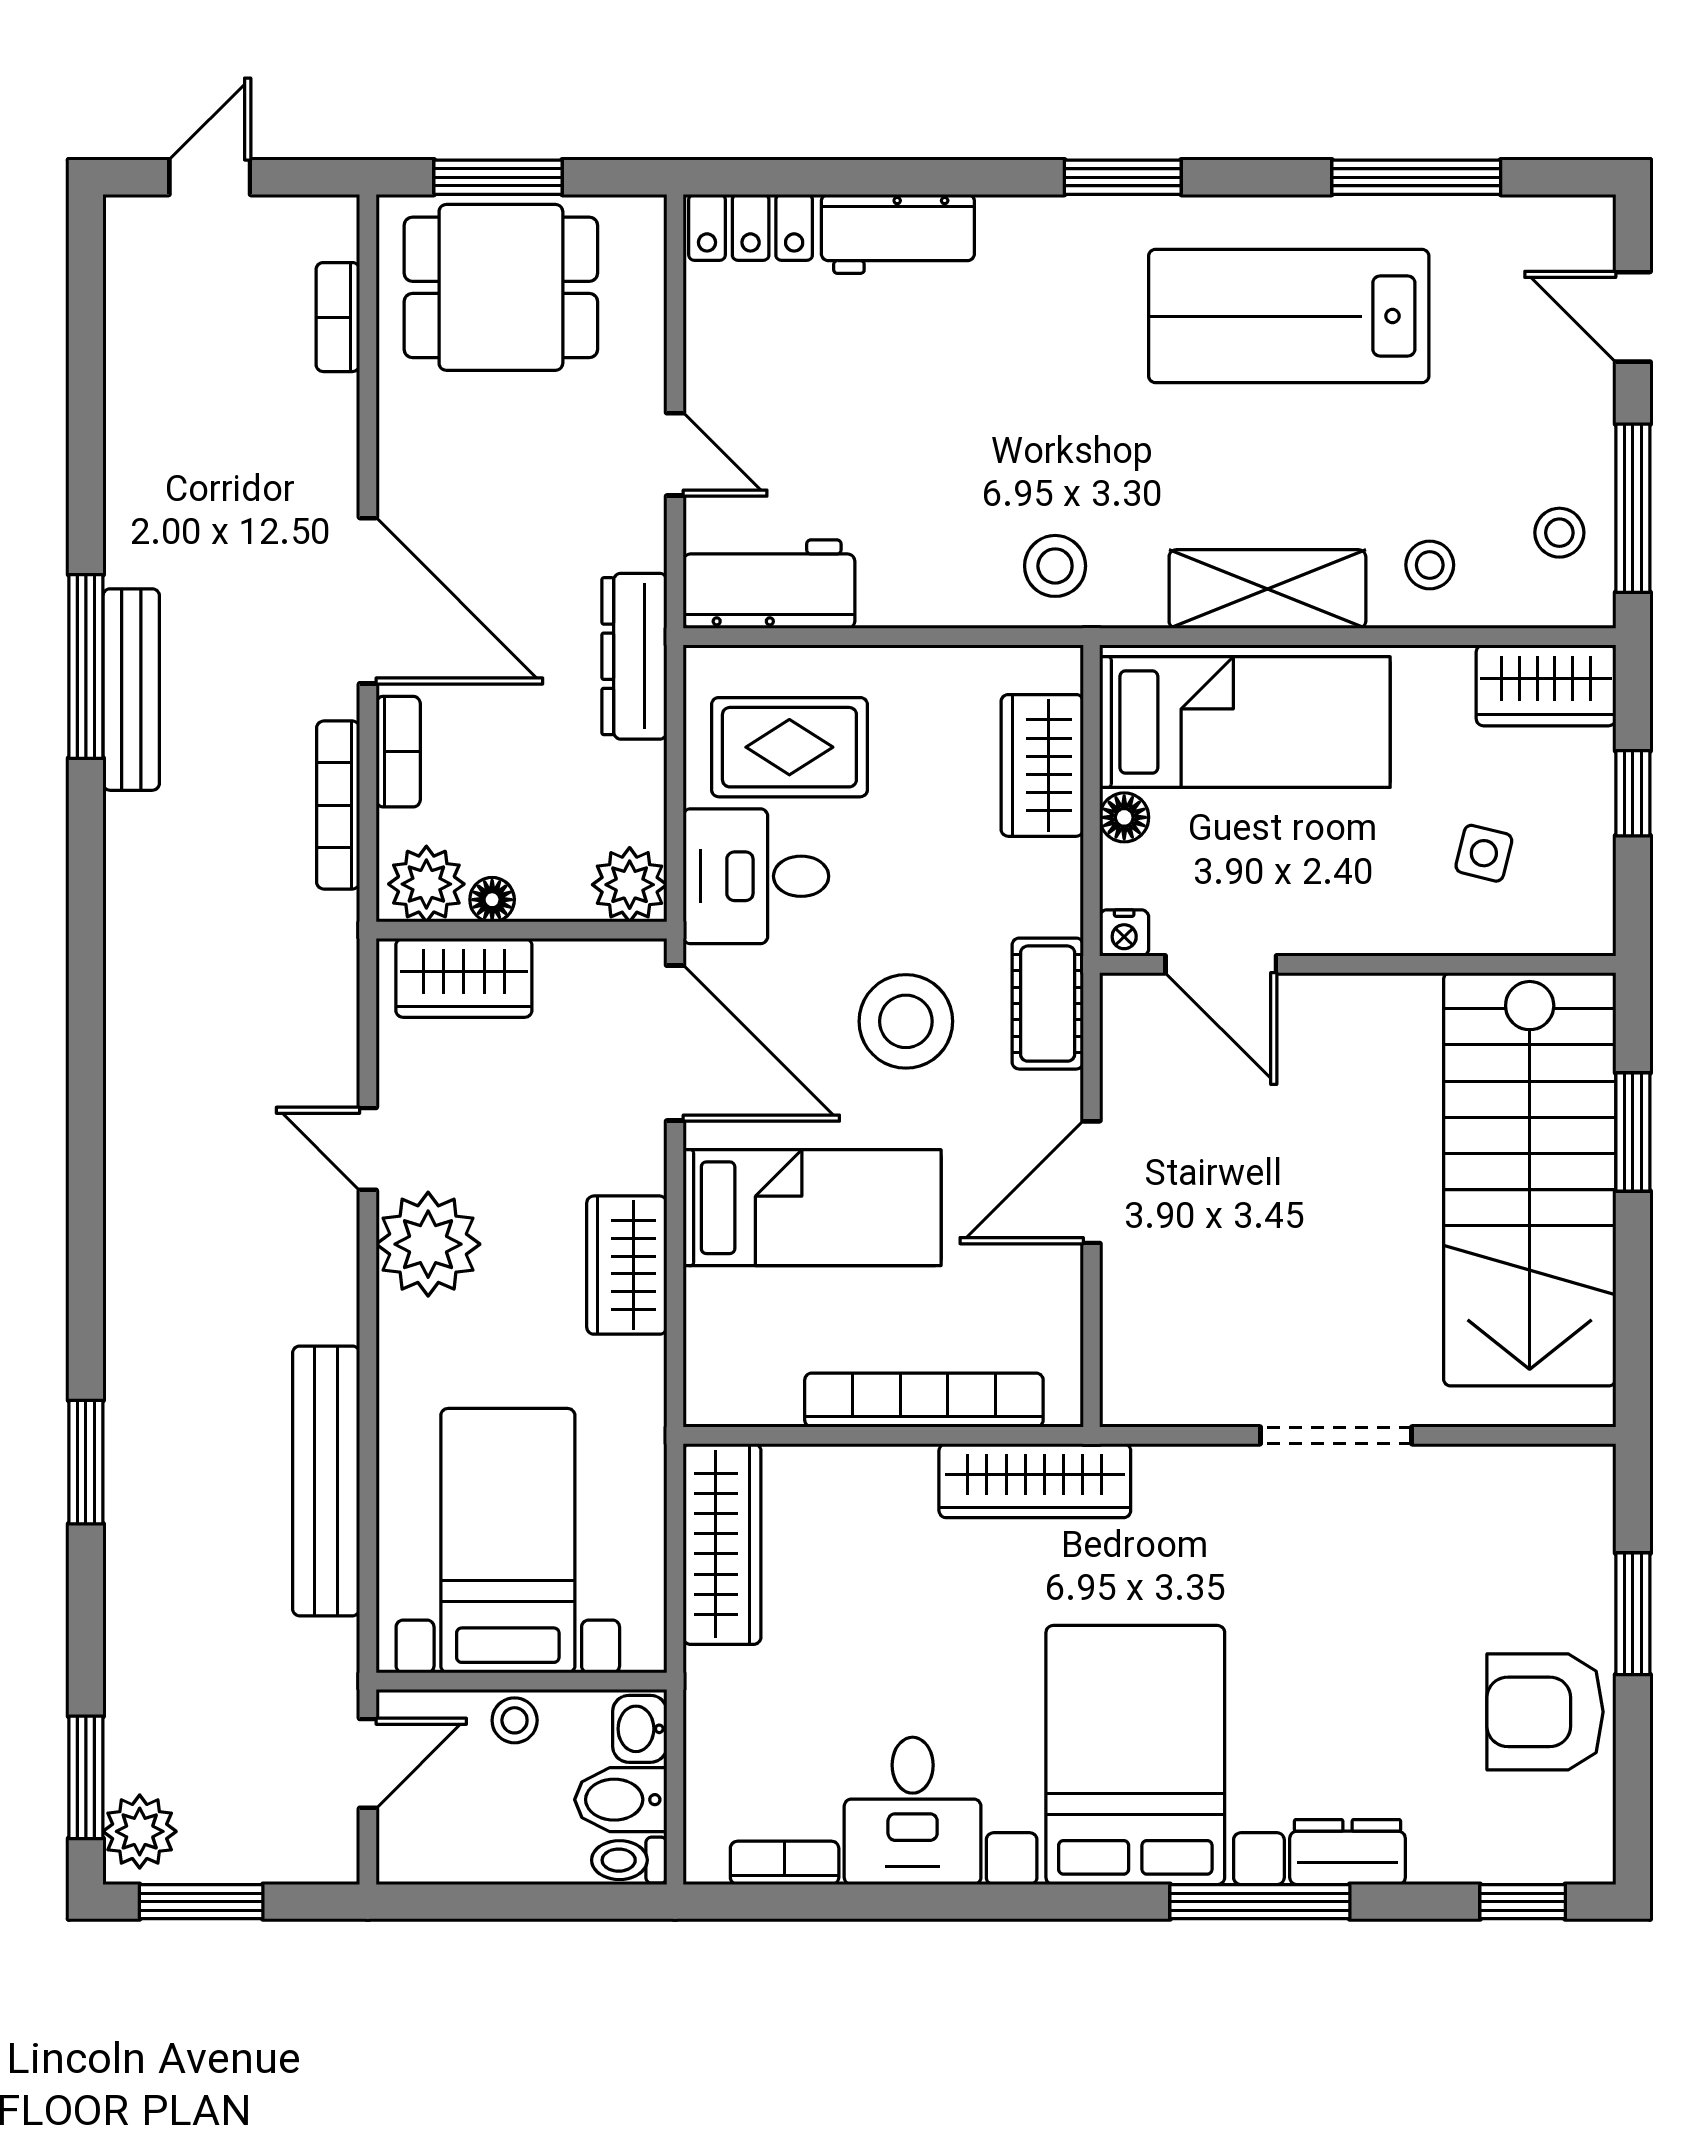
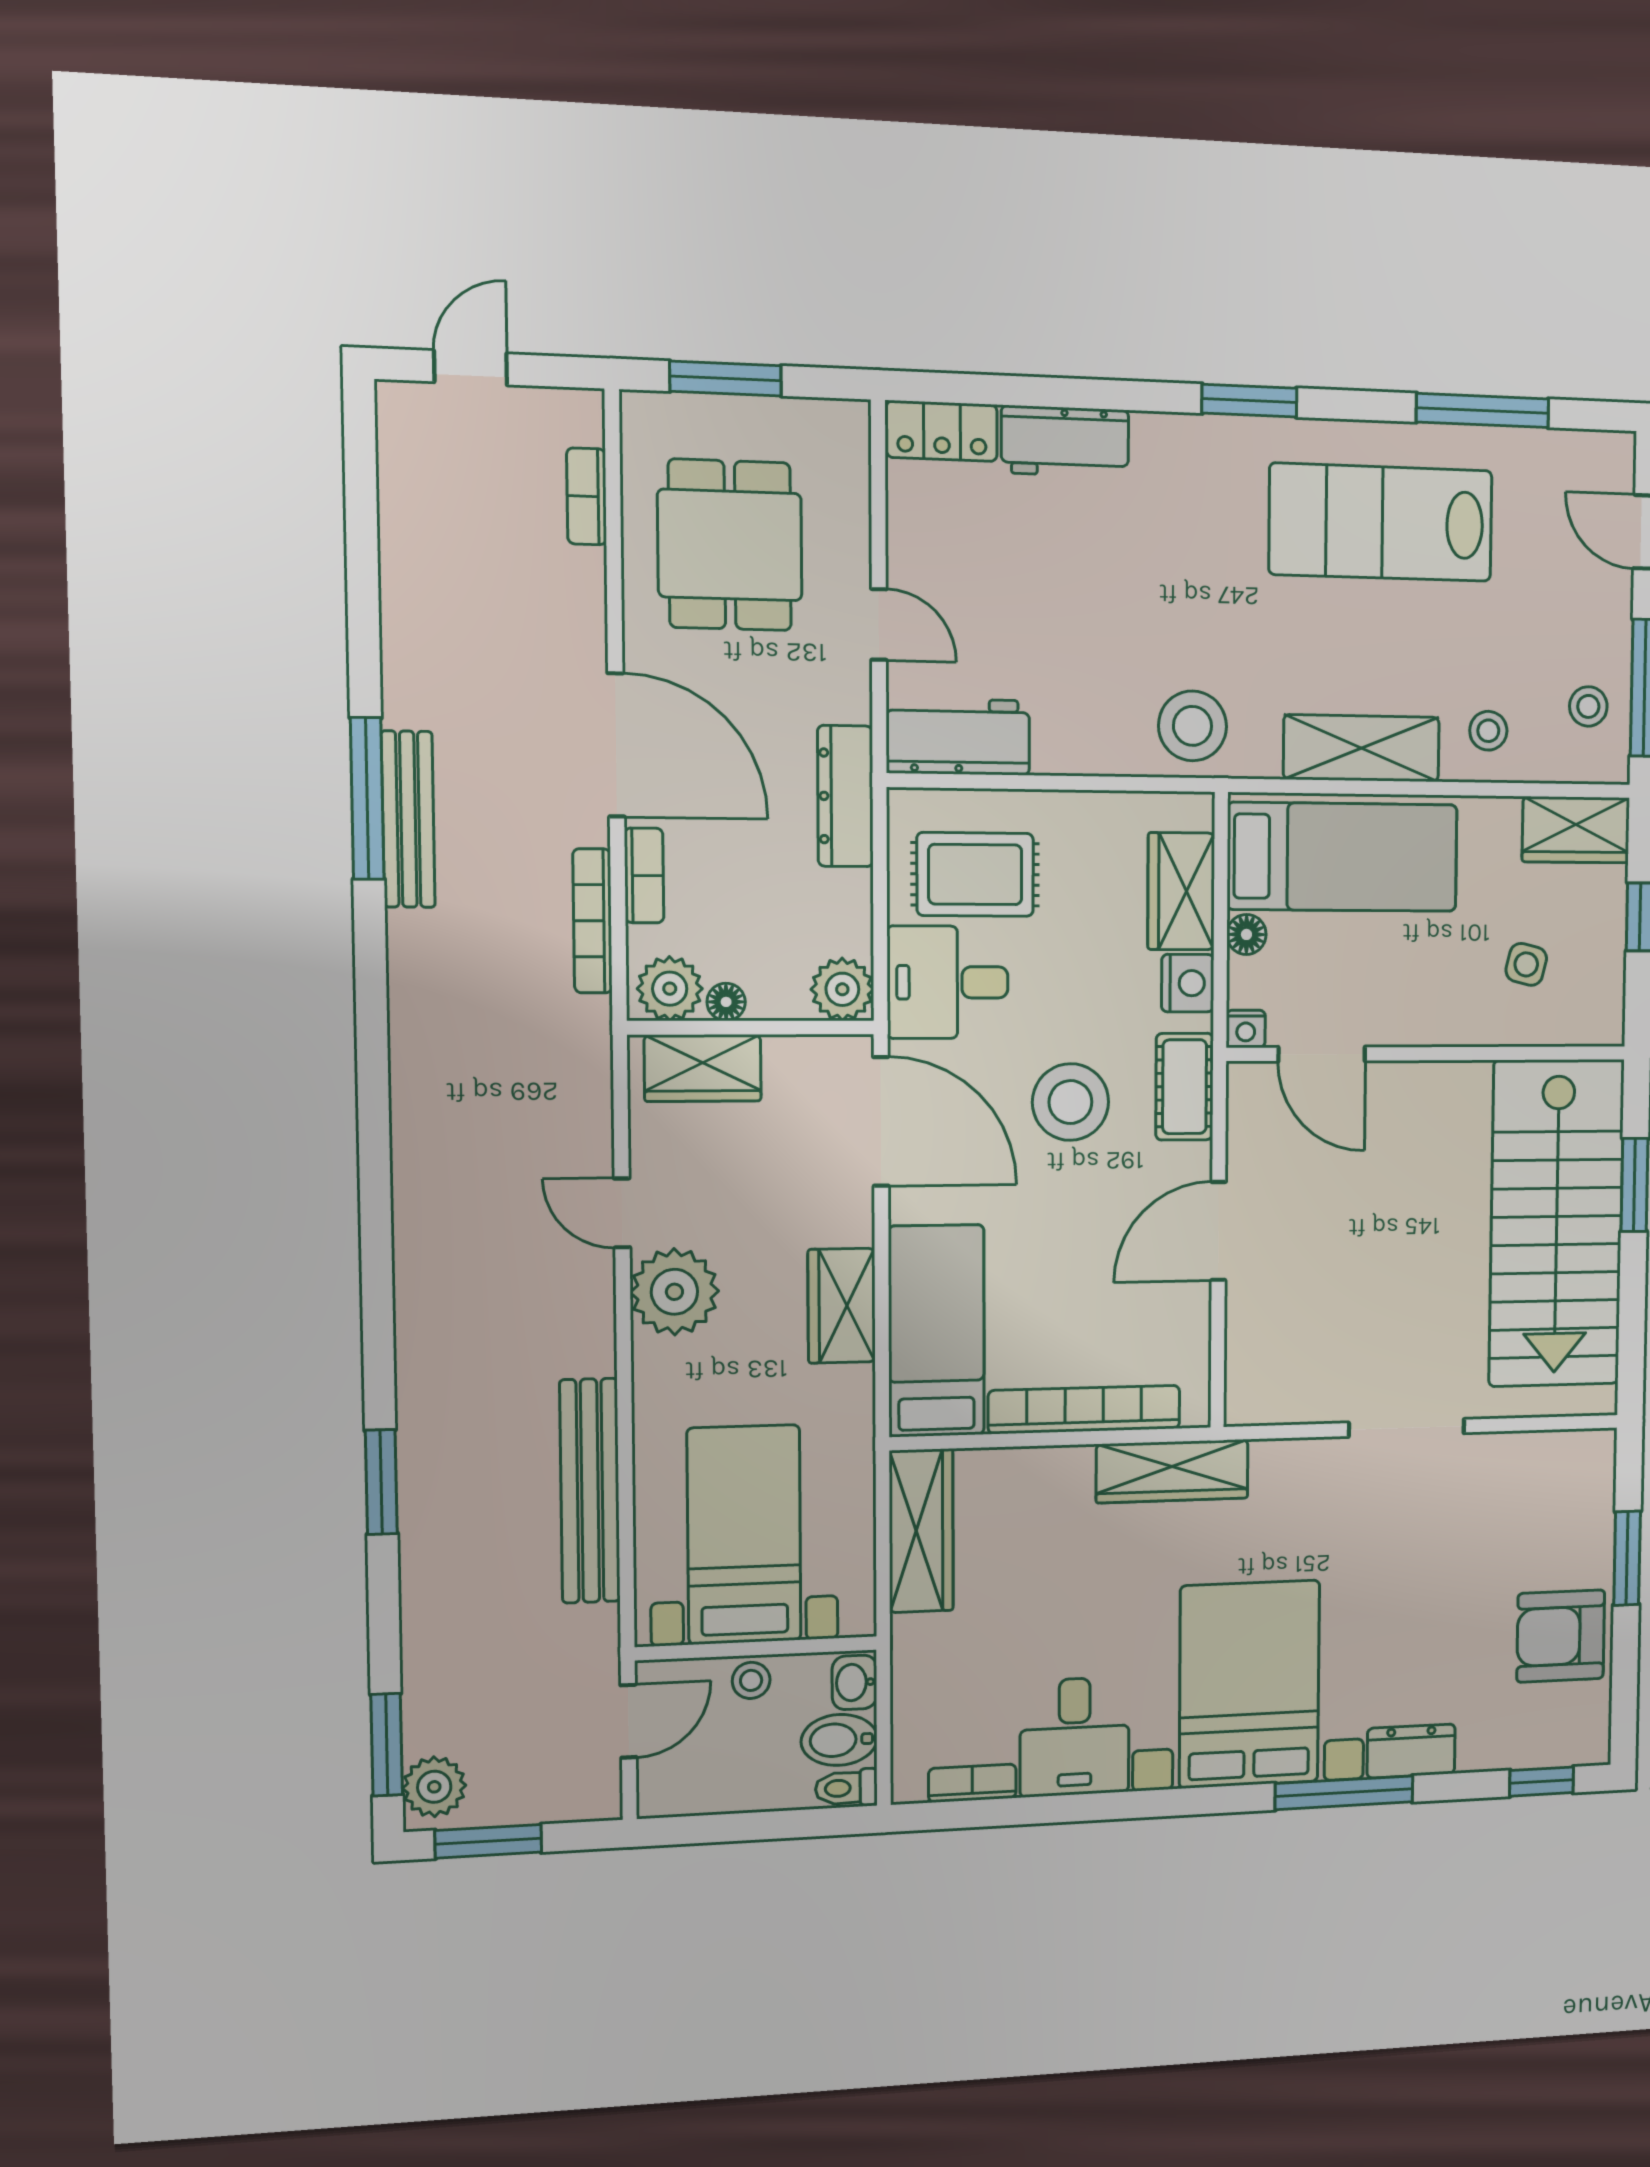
dining table: (501, 287) -> (730, 545), moved, turned 90
stool: (1055, 566) -> (1193, 726), width x1.38, depth x1.38
nightstand: (1051, 877) -> (1188, 983), added
bed: (812, 1208) -> (936, 1331), moved, turned -90

